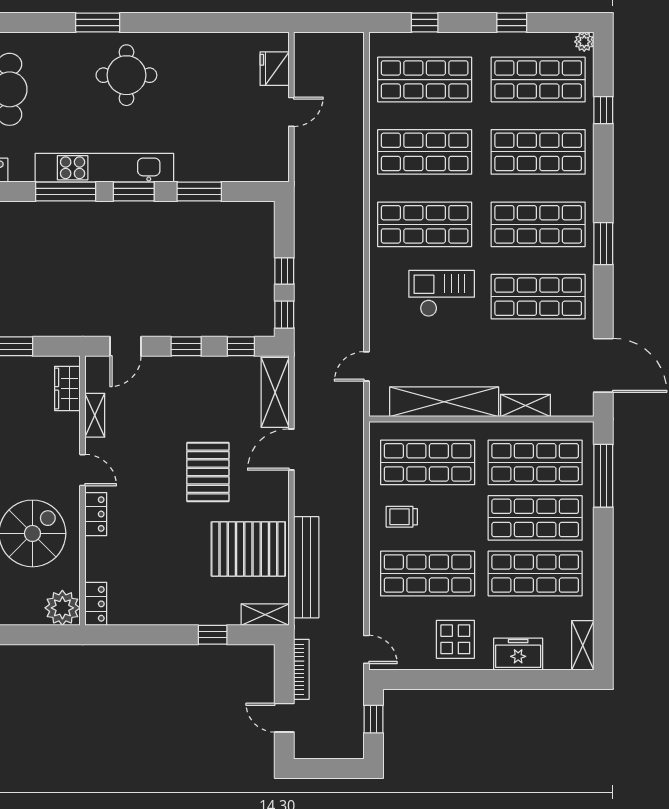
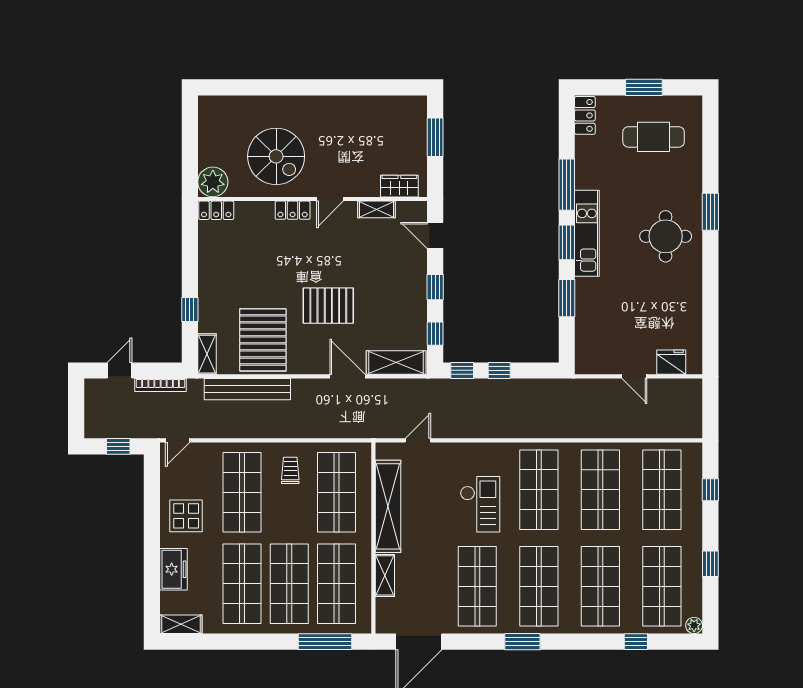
kitchen unit: (104, 168) -> (587, 233), width x0.73
door: (366, 366) -> (418, 440), hinge flipped

